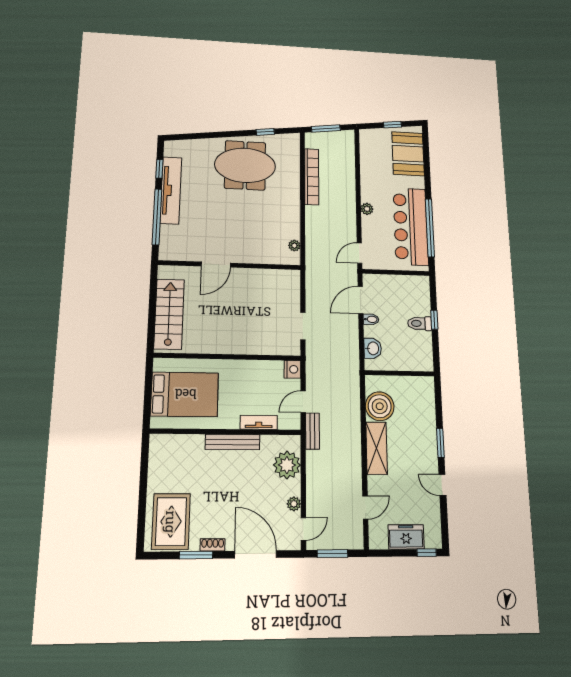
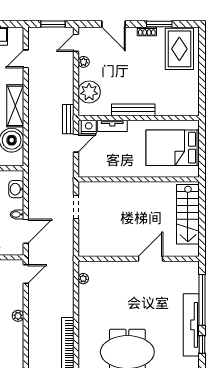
nightstand: (292, 369) -> (89, 127), moved, turned 90
door: (256, 554) -> (113, 24), width x0.73

